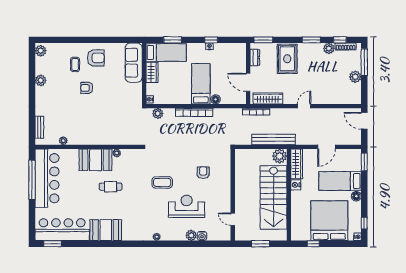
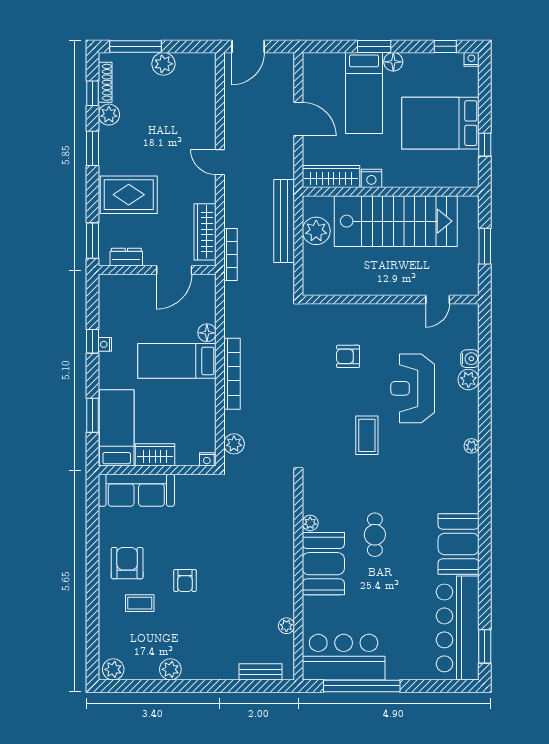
plant: (280, 156) -> (316, 231), moved
window: (364, 162) -> (374, 46), moved
bar counter: (47, 178) -> (344, 657), width x0.73
bed: (329, 221) -> (440, 123), width x0.73

